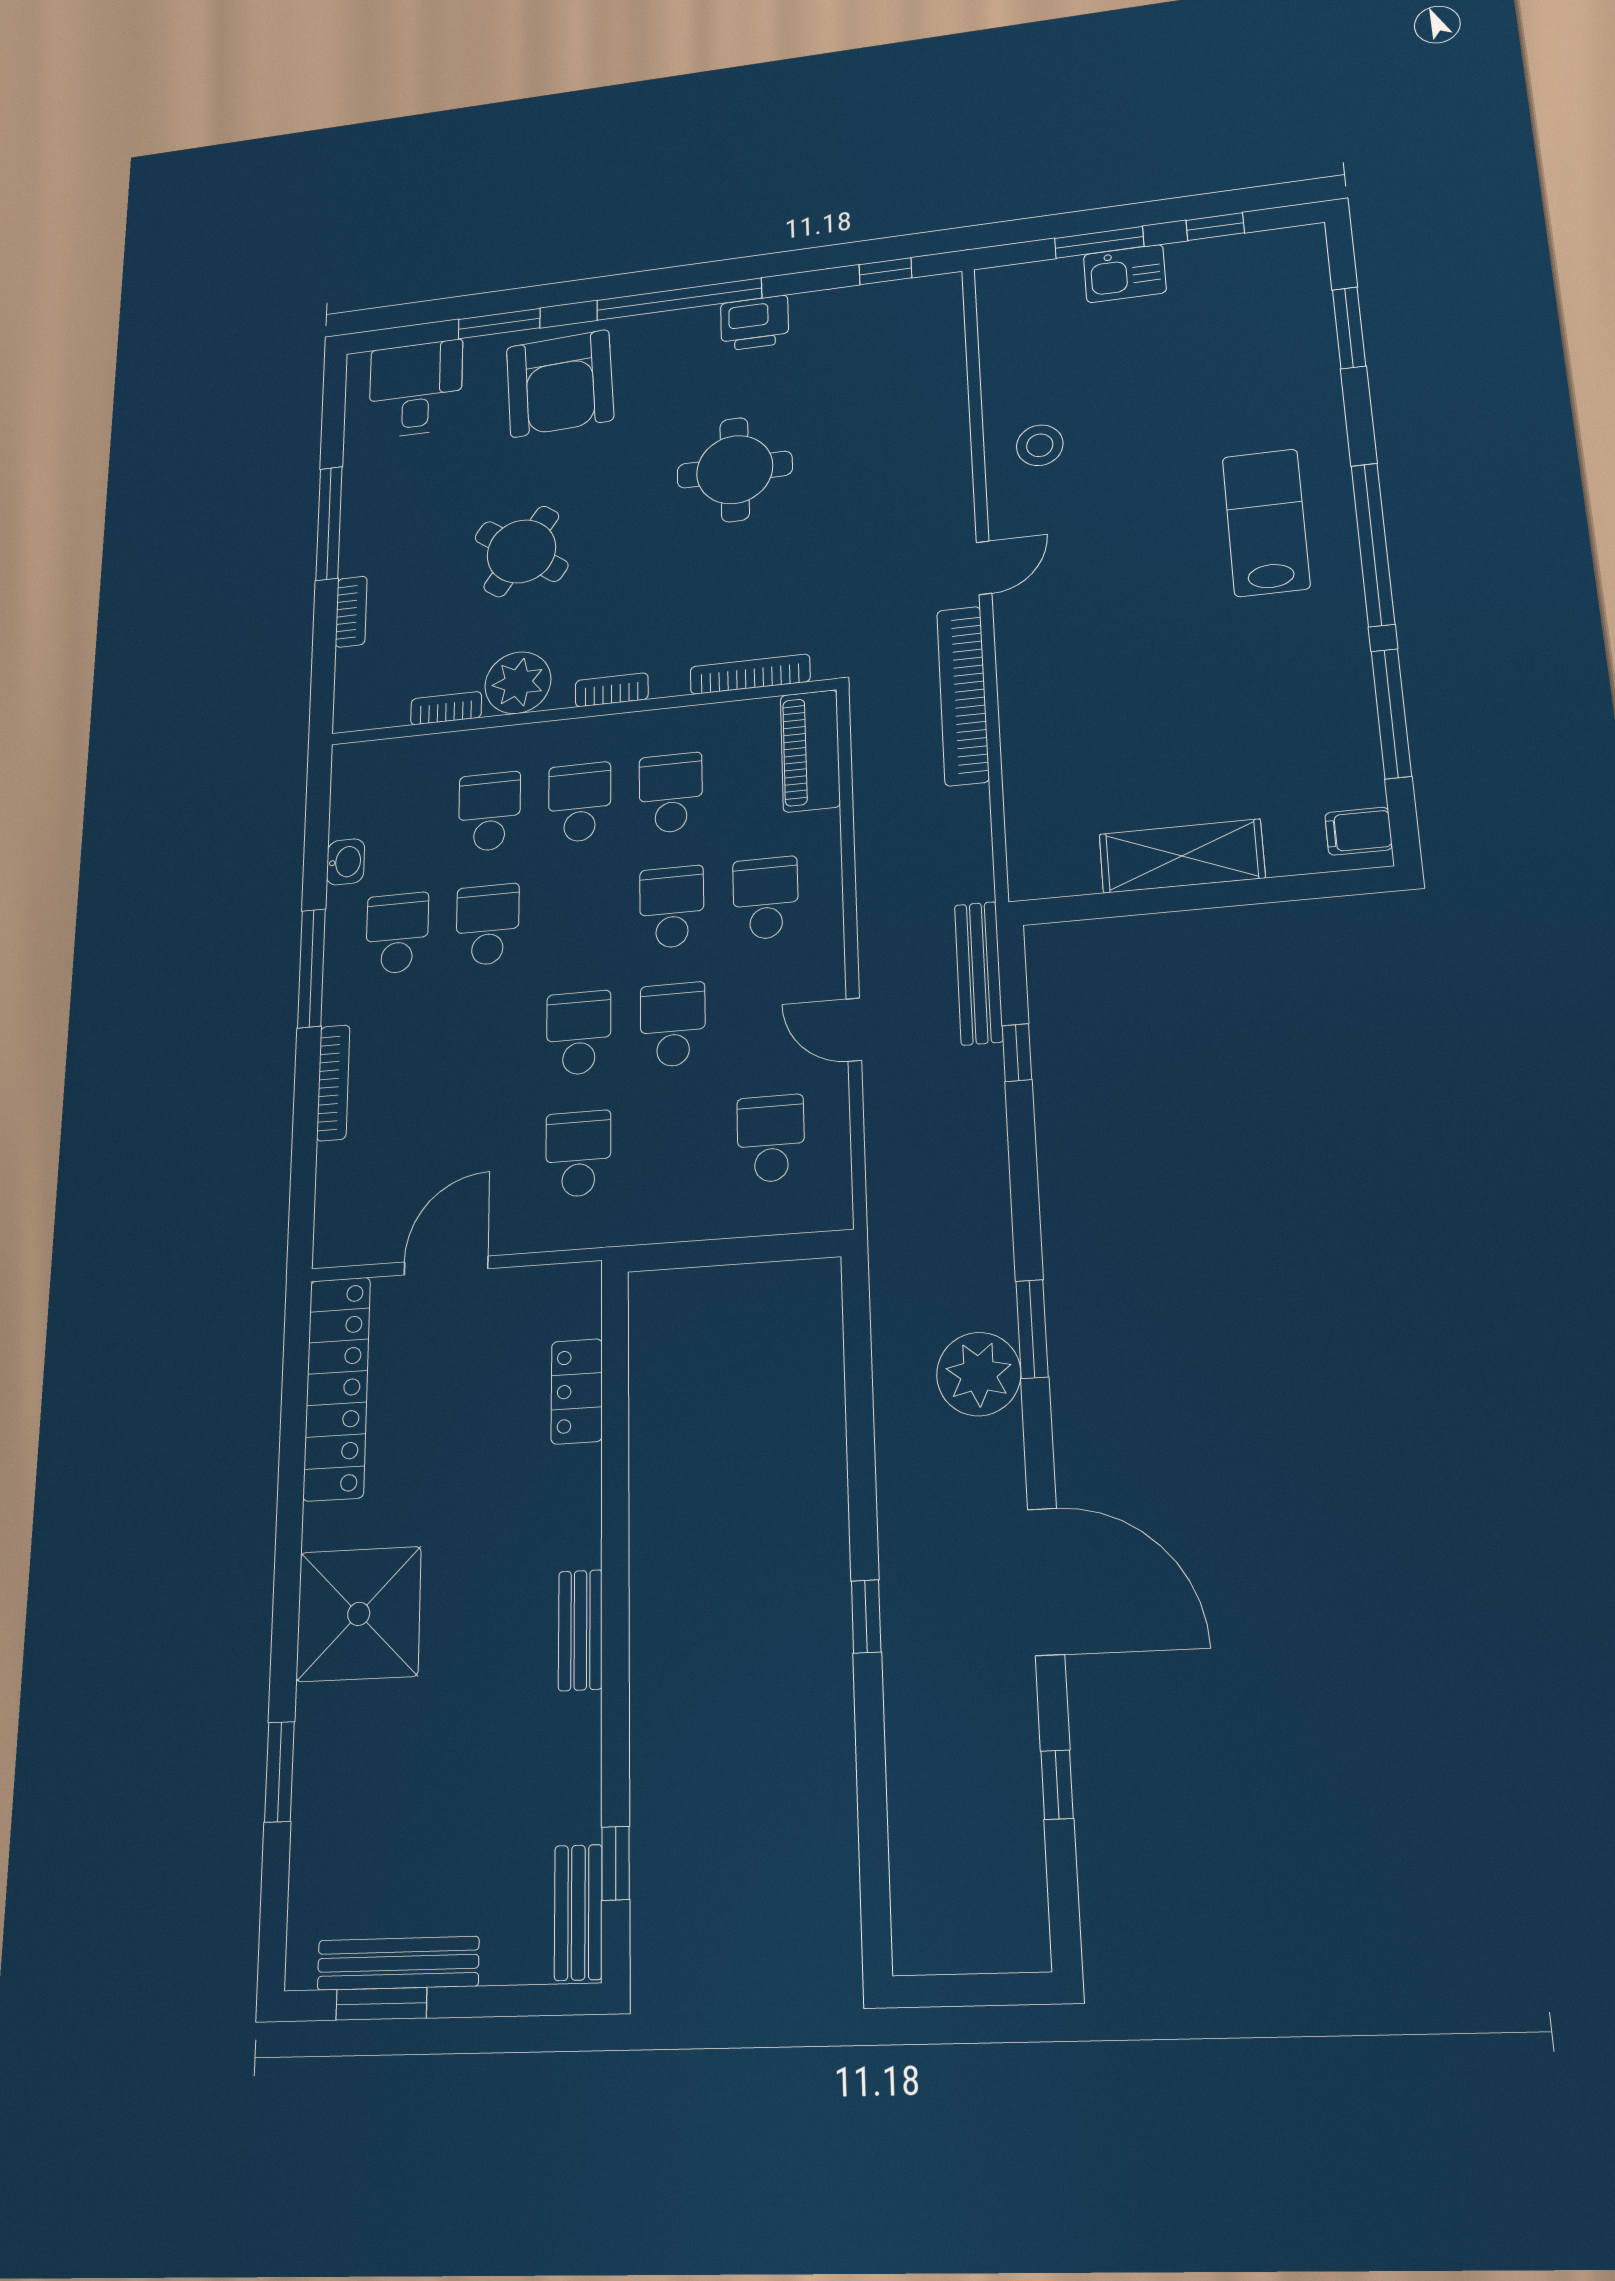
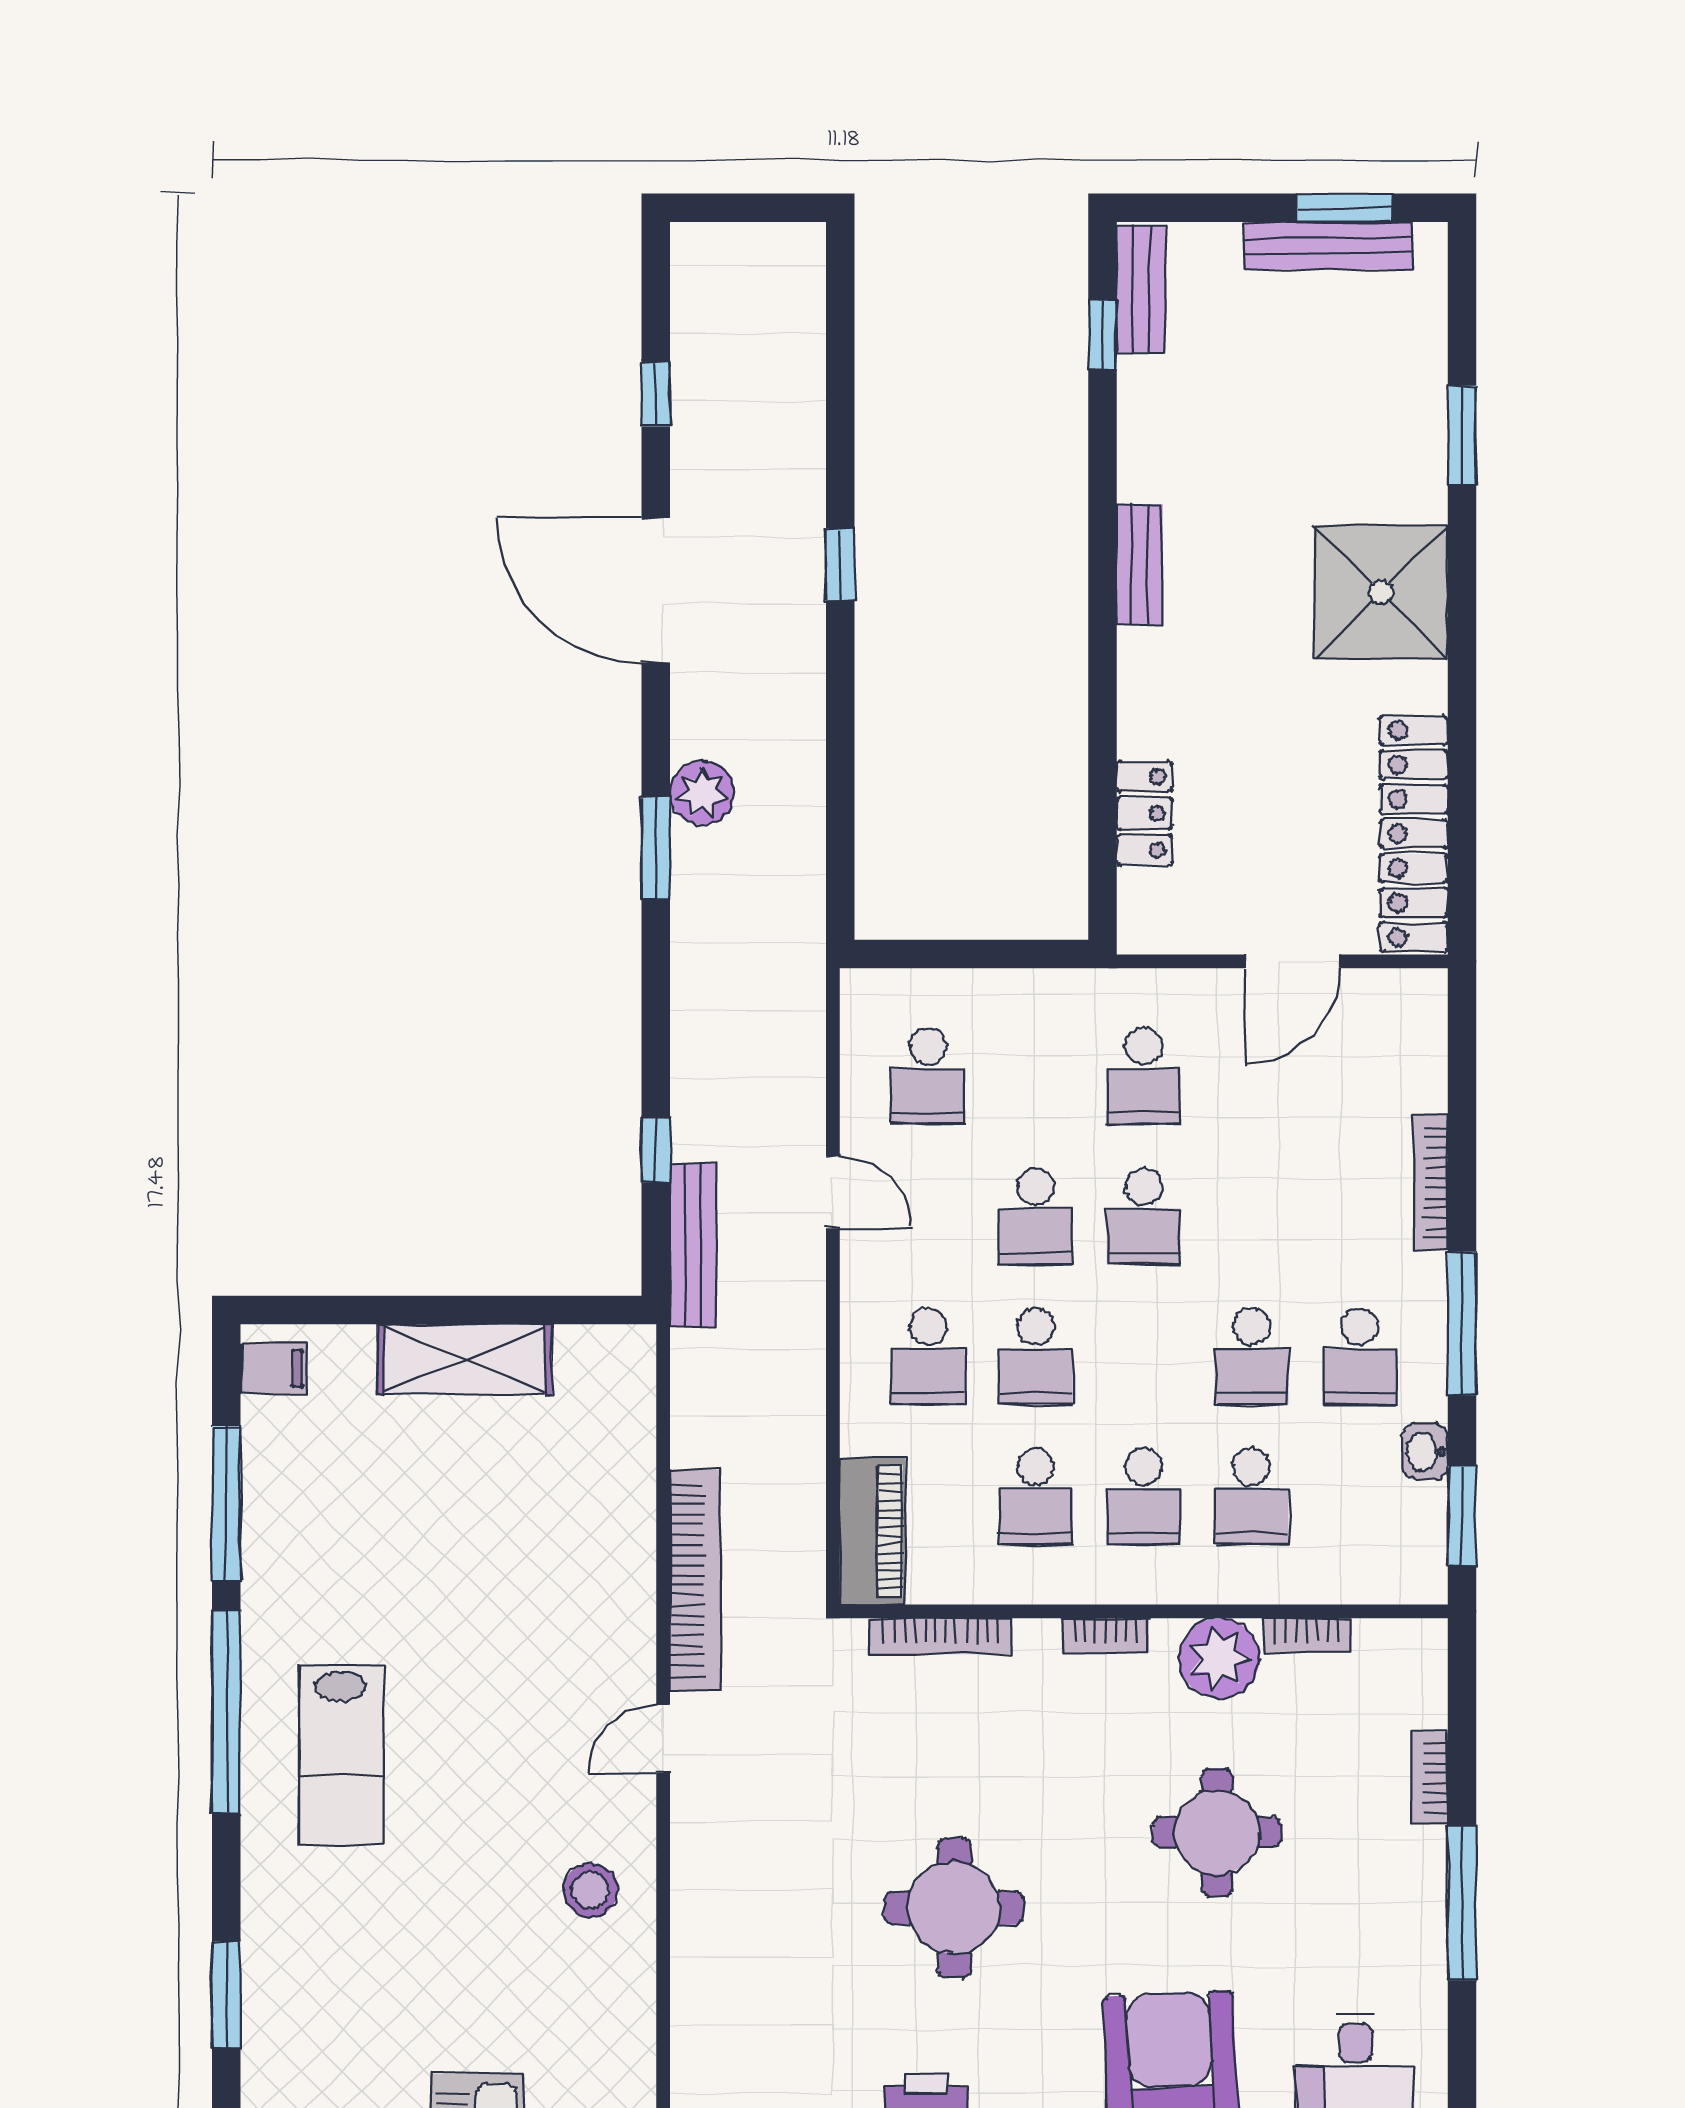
round table: (521, 551) -> (1217, 1832), turned -35
window: (317, 815) -> (1462, 1516), added
plant: (979, 1374) -> (702, 793), width x0.73, depth x0.73

